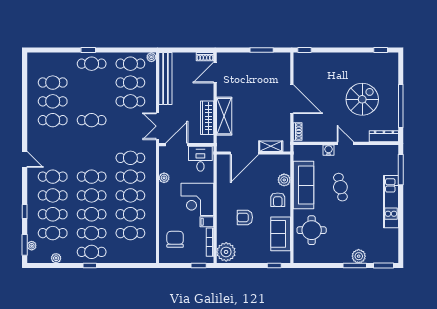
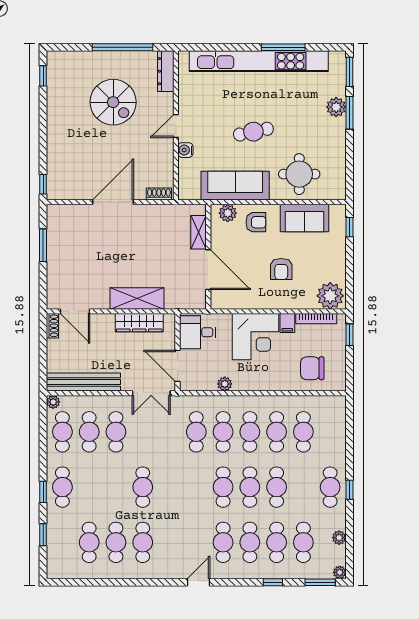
window: (58, 50) -> (43, 535), added
spiral stairs: (362, 99) -> (113, 102), turned 180
shelving: (271, 146) -> (199, 232), moved
door: (244, 153) -> (208, 270), moved
wall: (253, 153) -> (208, 257), moved
window: (401, 170) -> (283, 47), moved
cafe table: (340, 187) -> (253, 132), moved
kitchen unit: (391, 202) -> (259, 61), width x1.86
cafe table: (92, 233) -> (303, 487), removed
plant: (32, 246) -> (340, 572), moved

